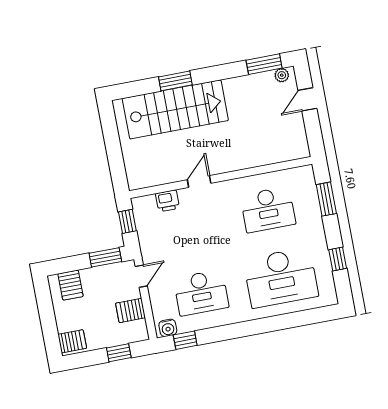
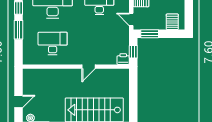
window: (326, 199) -> (18, 30), moved
printer: (167, 201) -> (123, 59), moved
door: (141, 276) -> (131, 19), hinge flipped

